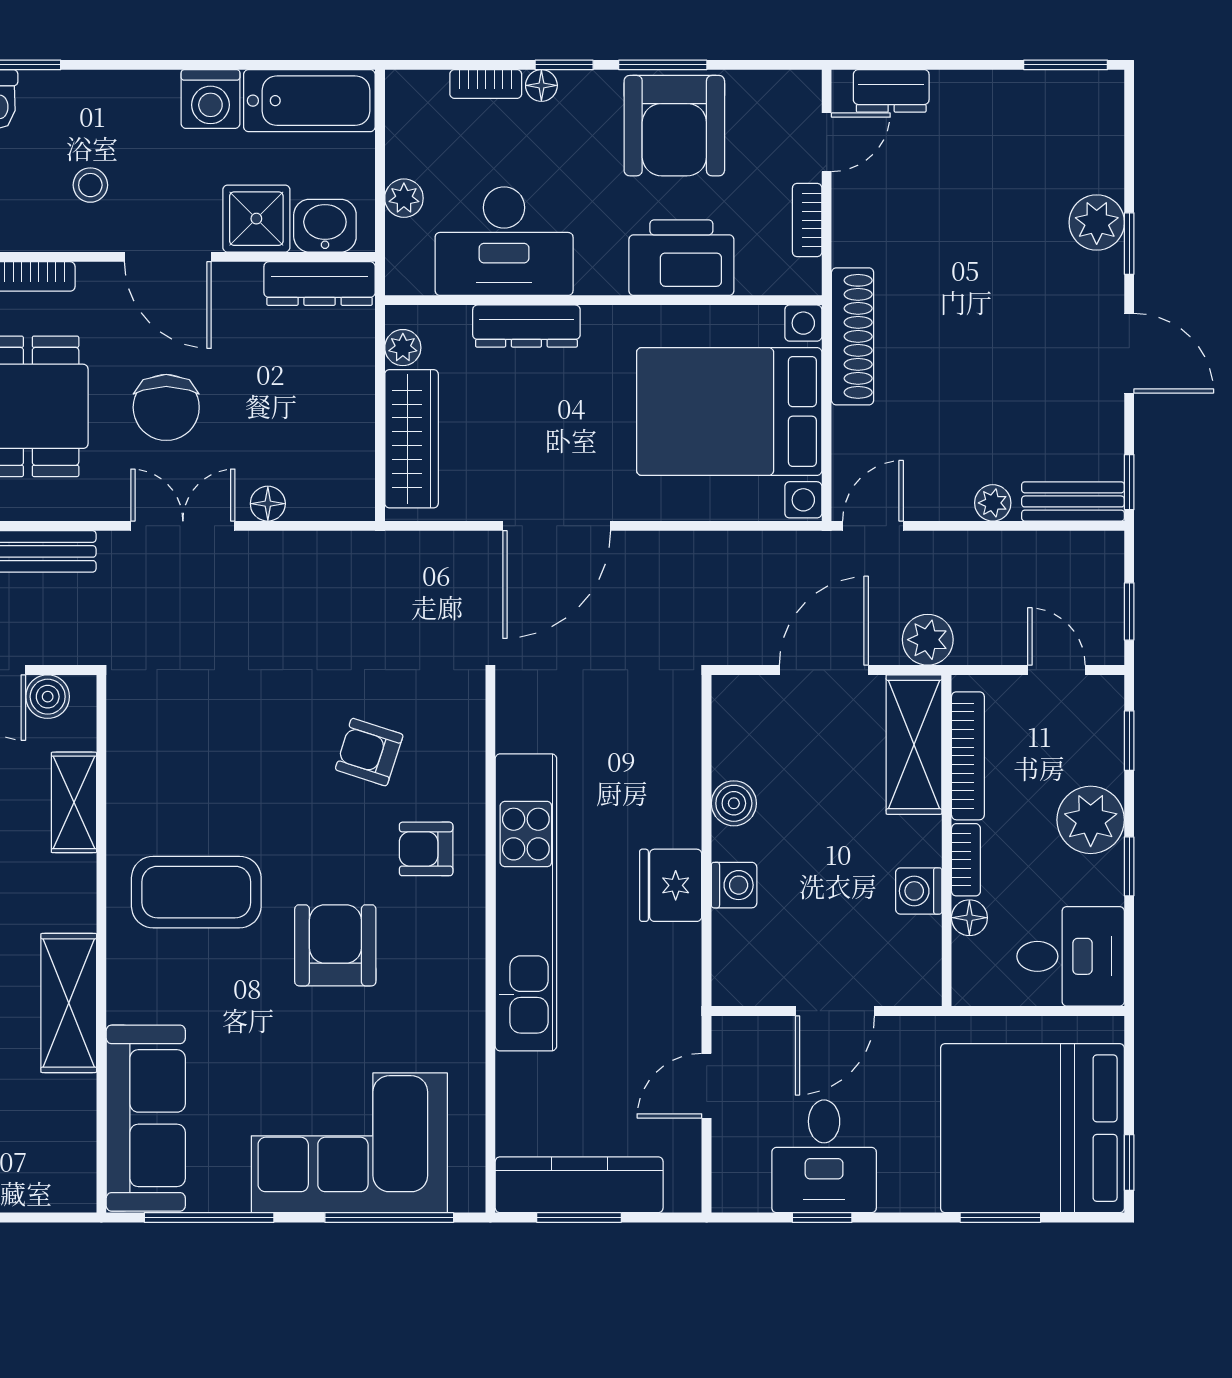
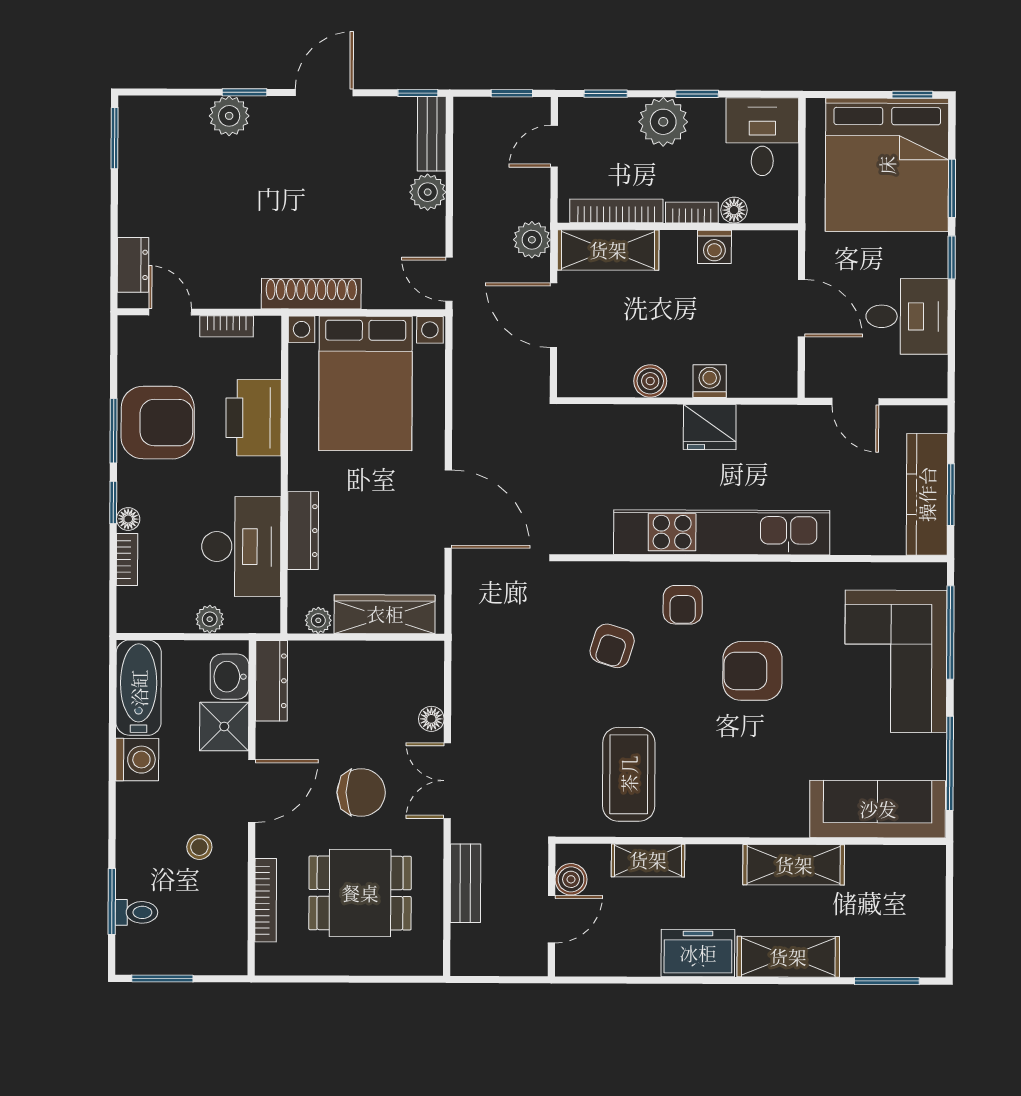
plant: (993, 503) -> (428, 192), width x1.38, depth x1.38
coffee table: (196, 892) -> (629, 774), moved
window: (822, 1218) -> (952, 258), moved

